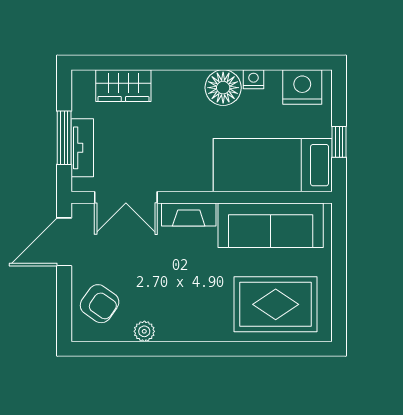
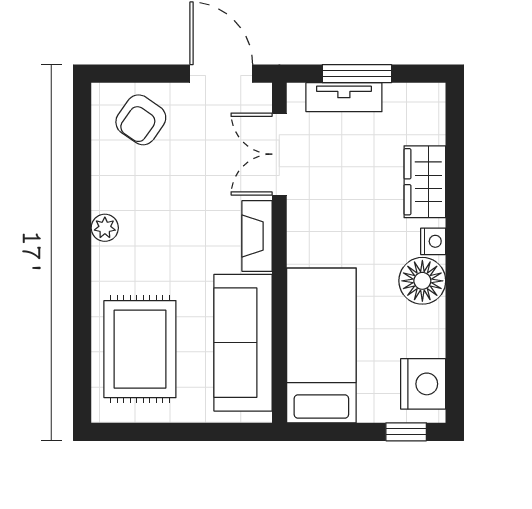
nightstand: (253, 79) -> (433, 241), moved
wardrobe: (123, 86) -> (425, 182), moved
window: (339, 142) -> (406, 432), moved
plant: (144, 331) -> (105, 228), moved

